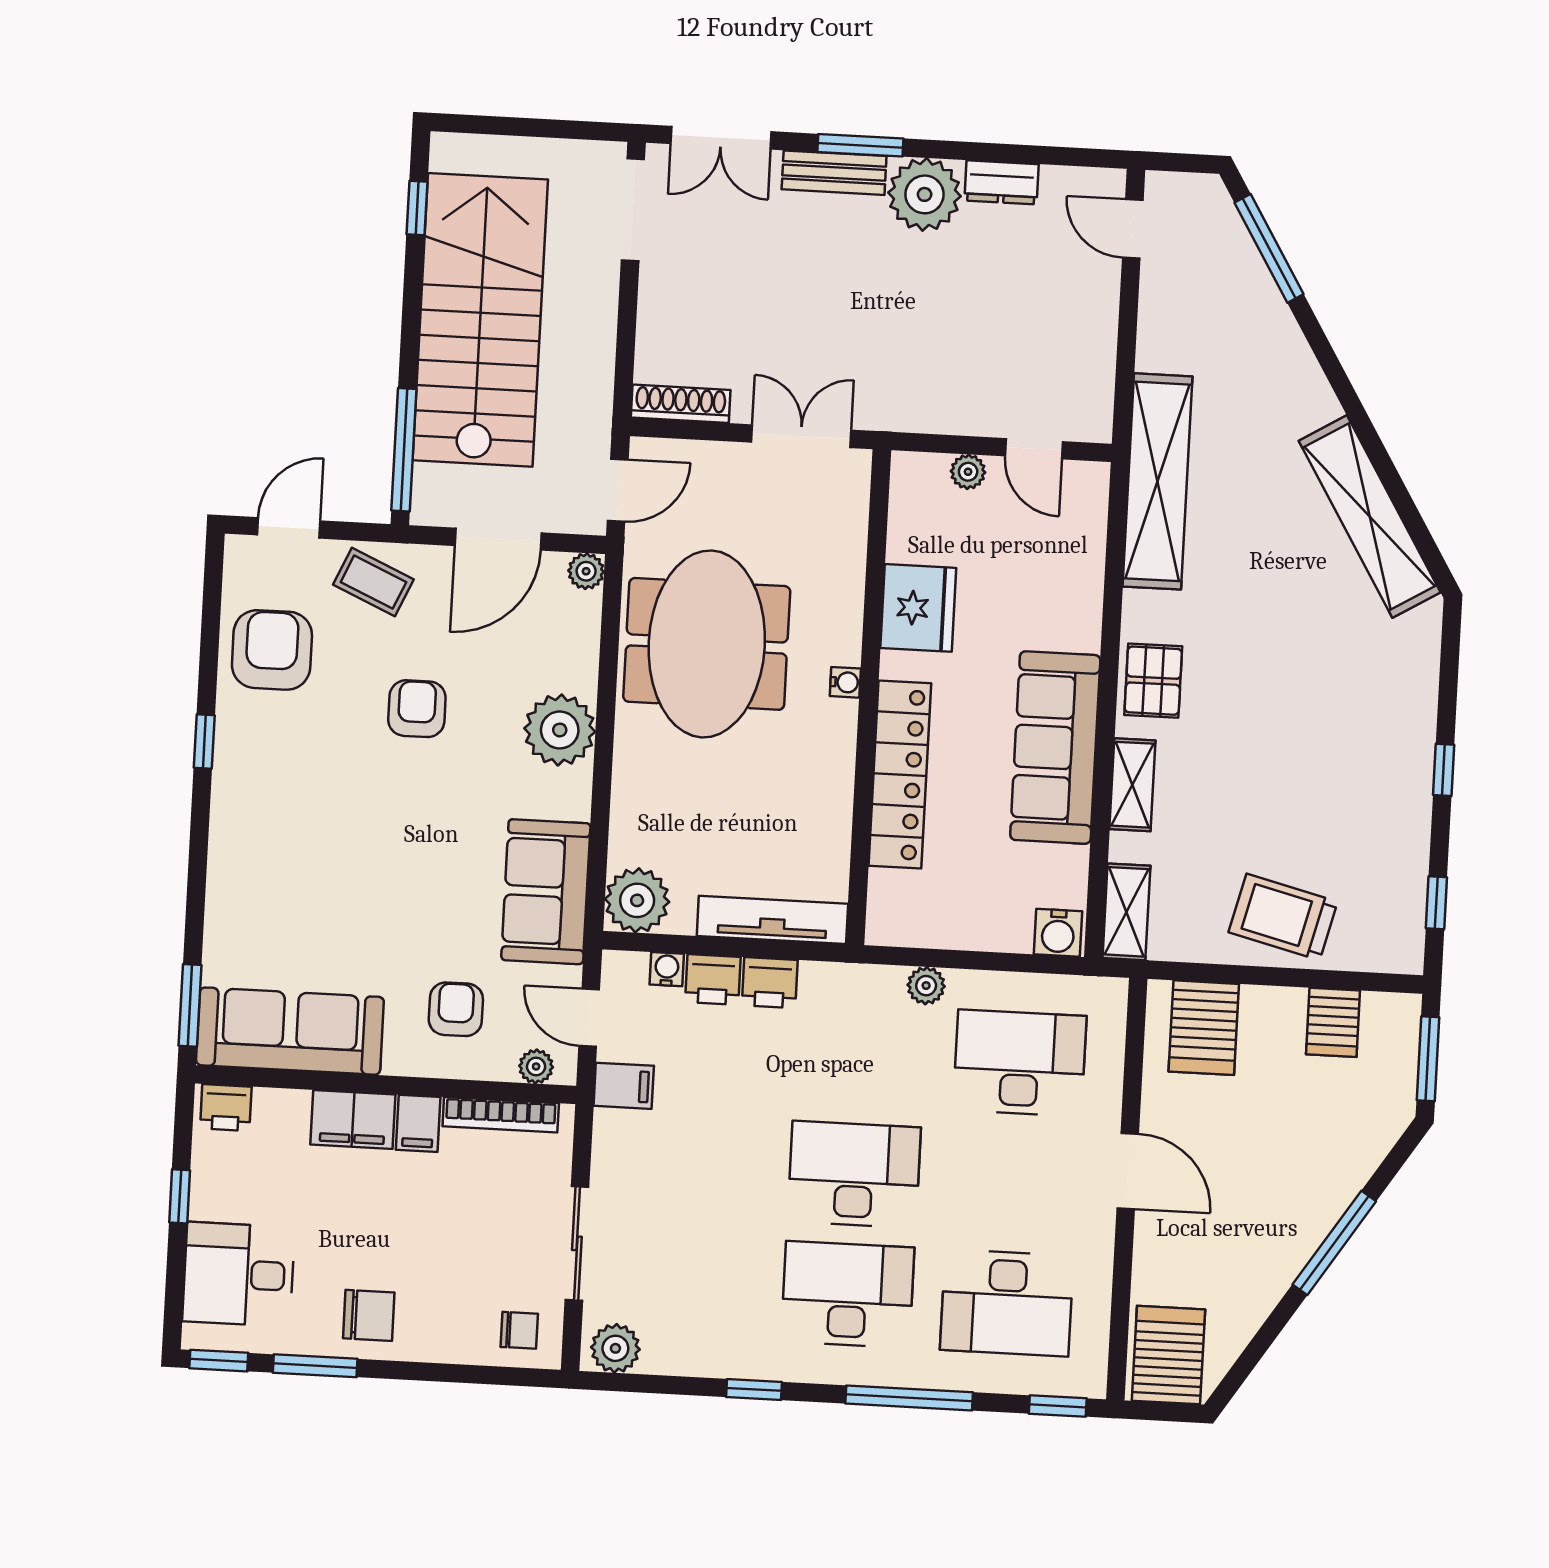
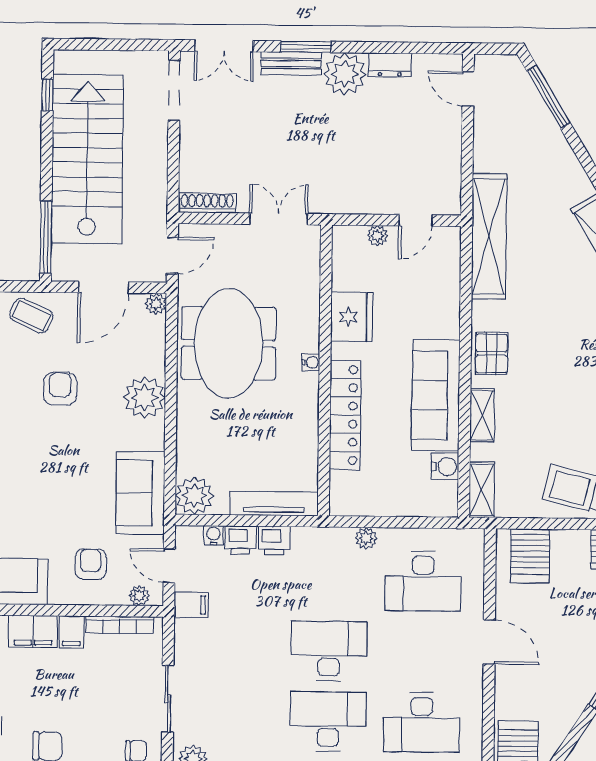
door: (1034, 449) -> (416, 220), hinge flipped
water cooler: (1058, 933) -> (445, 466), moved, turned -90
desk: (1020, 1063) -> (423, 581), turned 180

